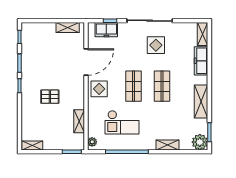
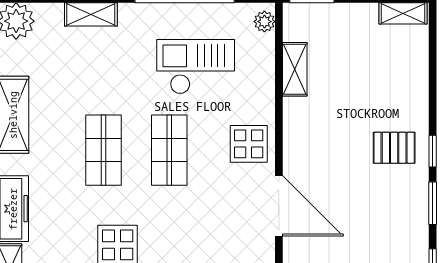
door: (86, 62) -> (279, 206), swing flipped
pallet: (50, 97) -> (394, 148), moved

